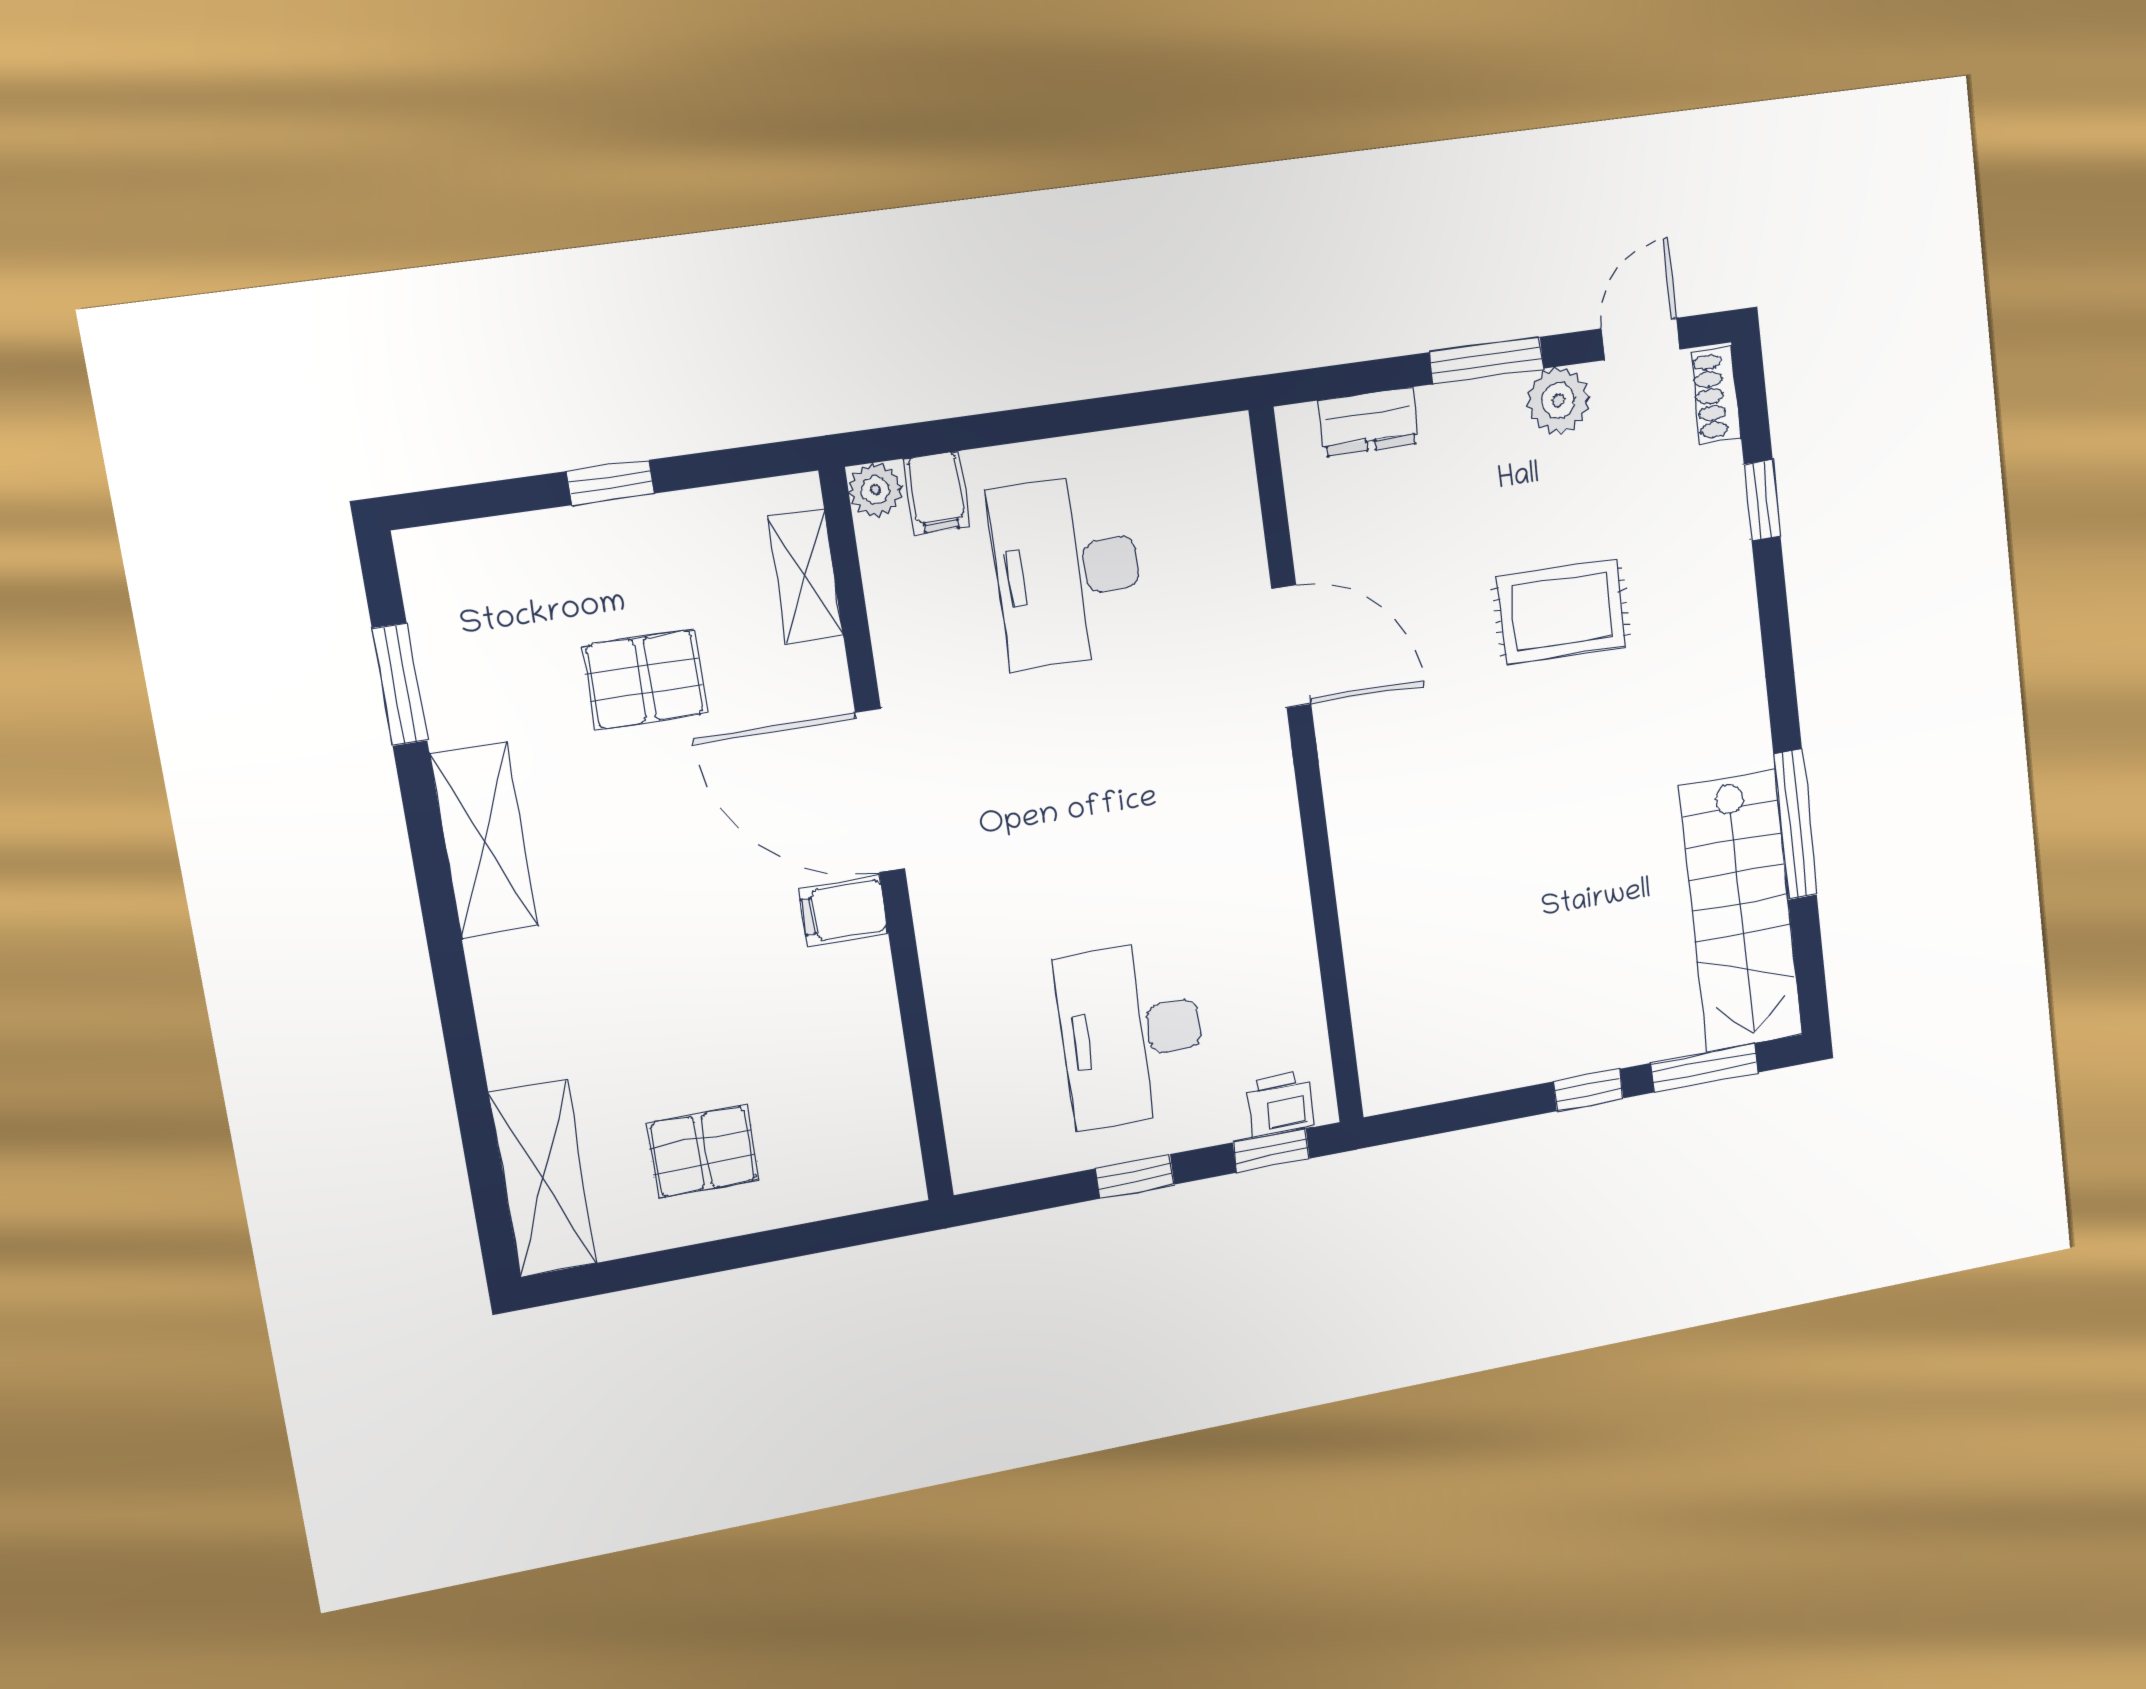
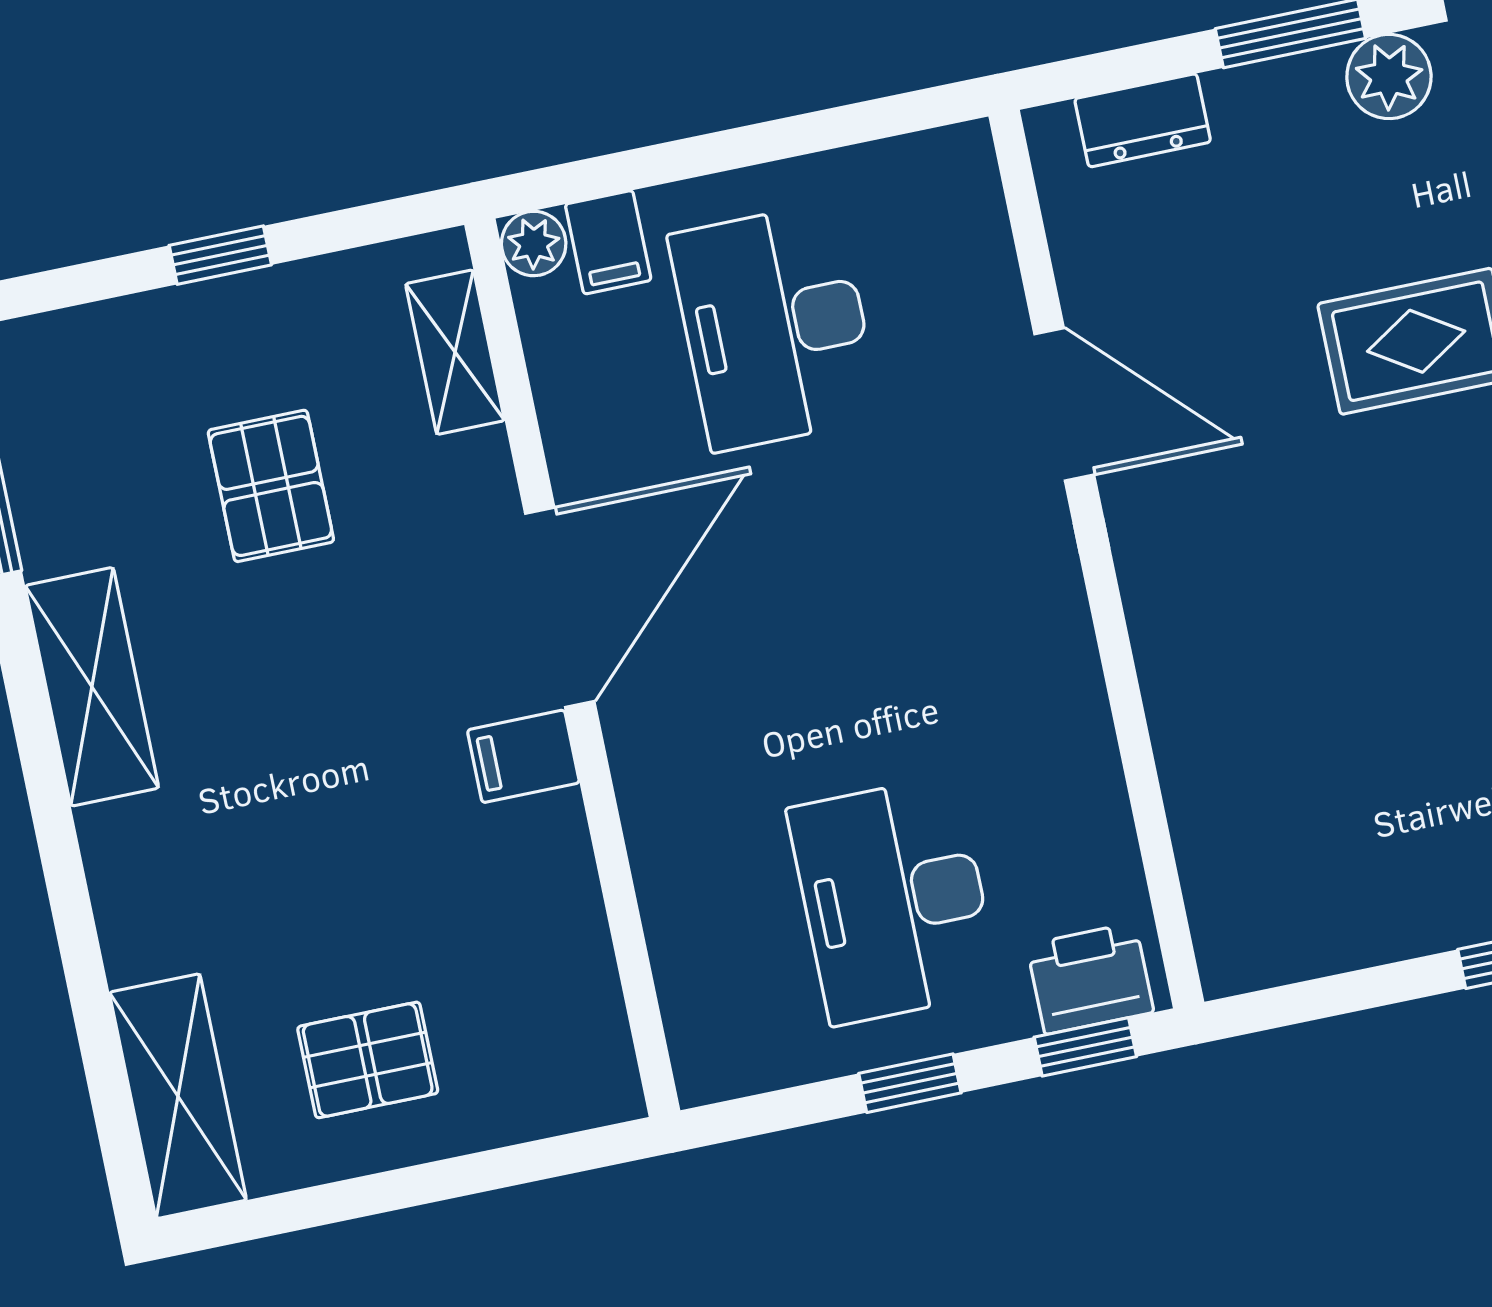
pallet: (645, 680) -> (271, 486), turned 90
door: (880, 791) -> (560, 607), swing flipped
printer: (1280, 1105) -> (1090, 978), width x1.36, depth x1.24

